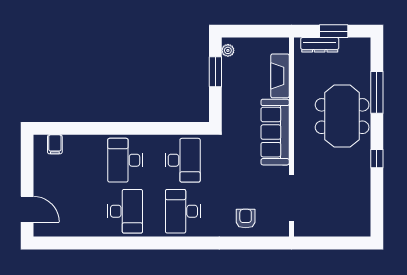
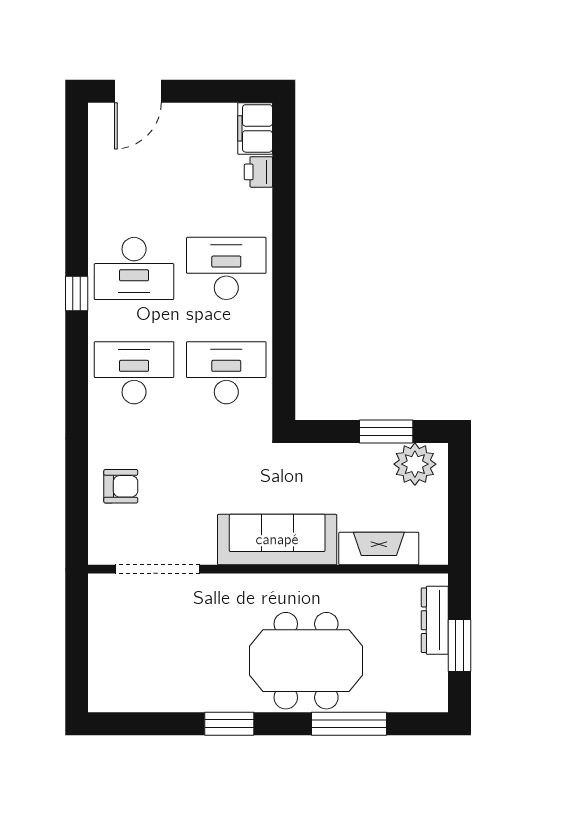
plant: (228, 50) -> (415, 464), width x1.88, depth x1.88
printer: (72, 142) -> (258, 172), added
filing cabinet: (55, 144) -> (255, 128), width x2.00
window: (377, 159) -> (229, 724), width x1.50
desk: (183, 160) -> (226, 373), turned 180
window: (139, 243) -> (77, 294), added

